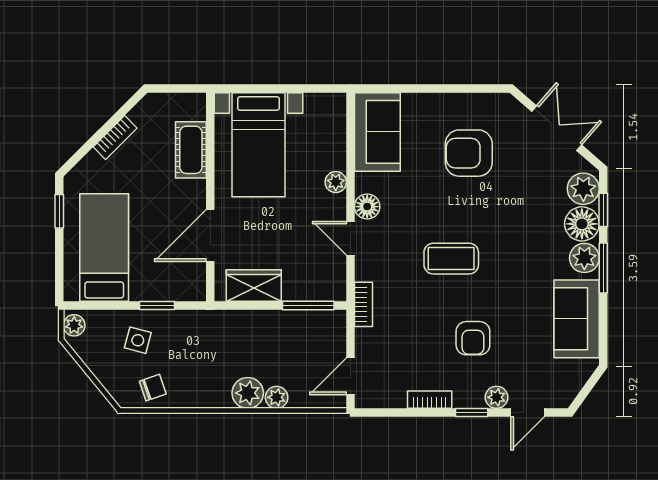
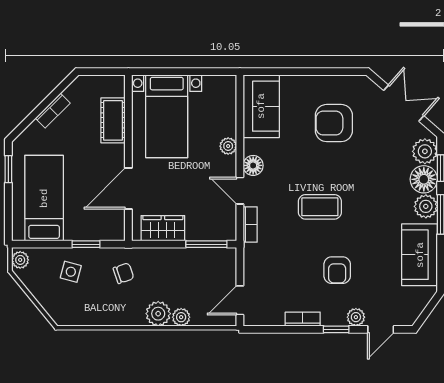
bookcase: (363, 304) -> (250, 225), moved
chair: (153, 388) -> (123, 273), moved

